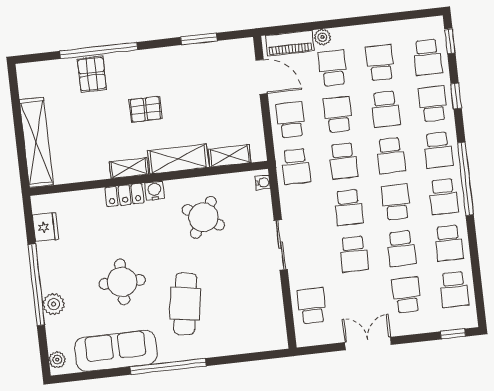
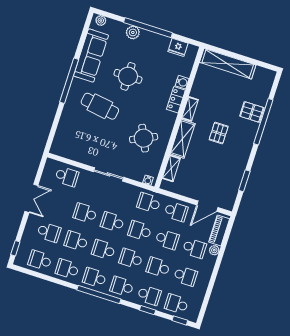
water cooler: (155, 191) -> (182, 82), moved
school desk: (396, 202) -> (103, 250), turned 180
round table: (203, 217) -> (144, 138), turned 33

